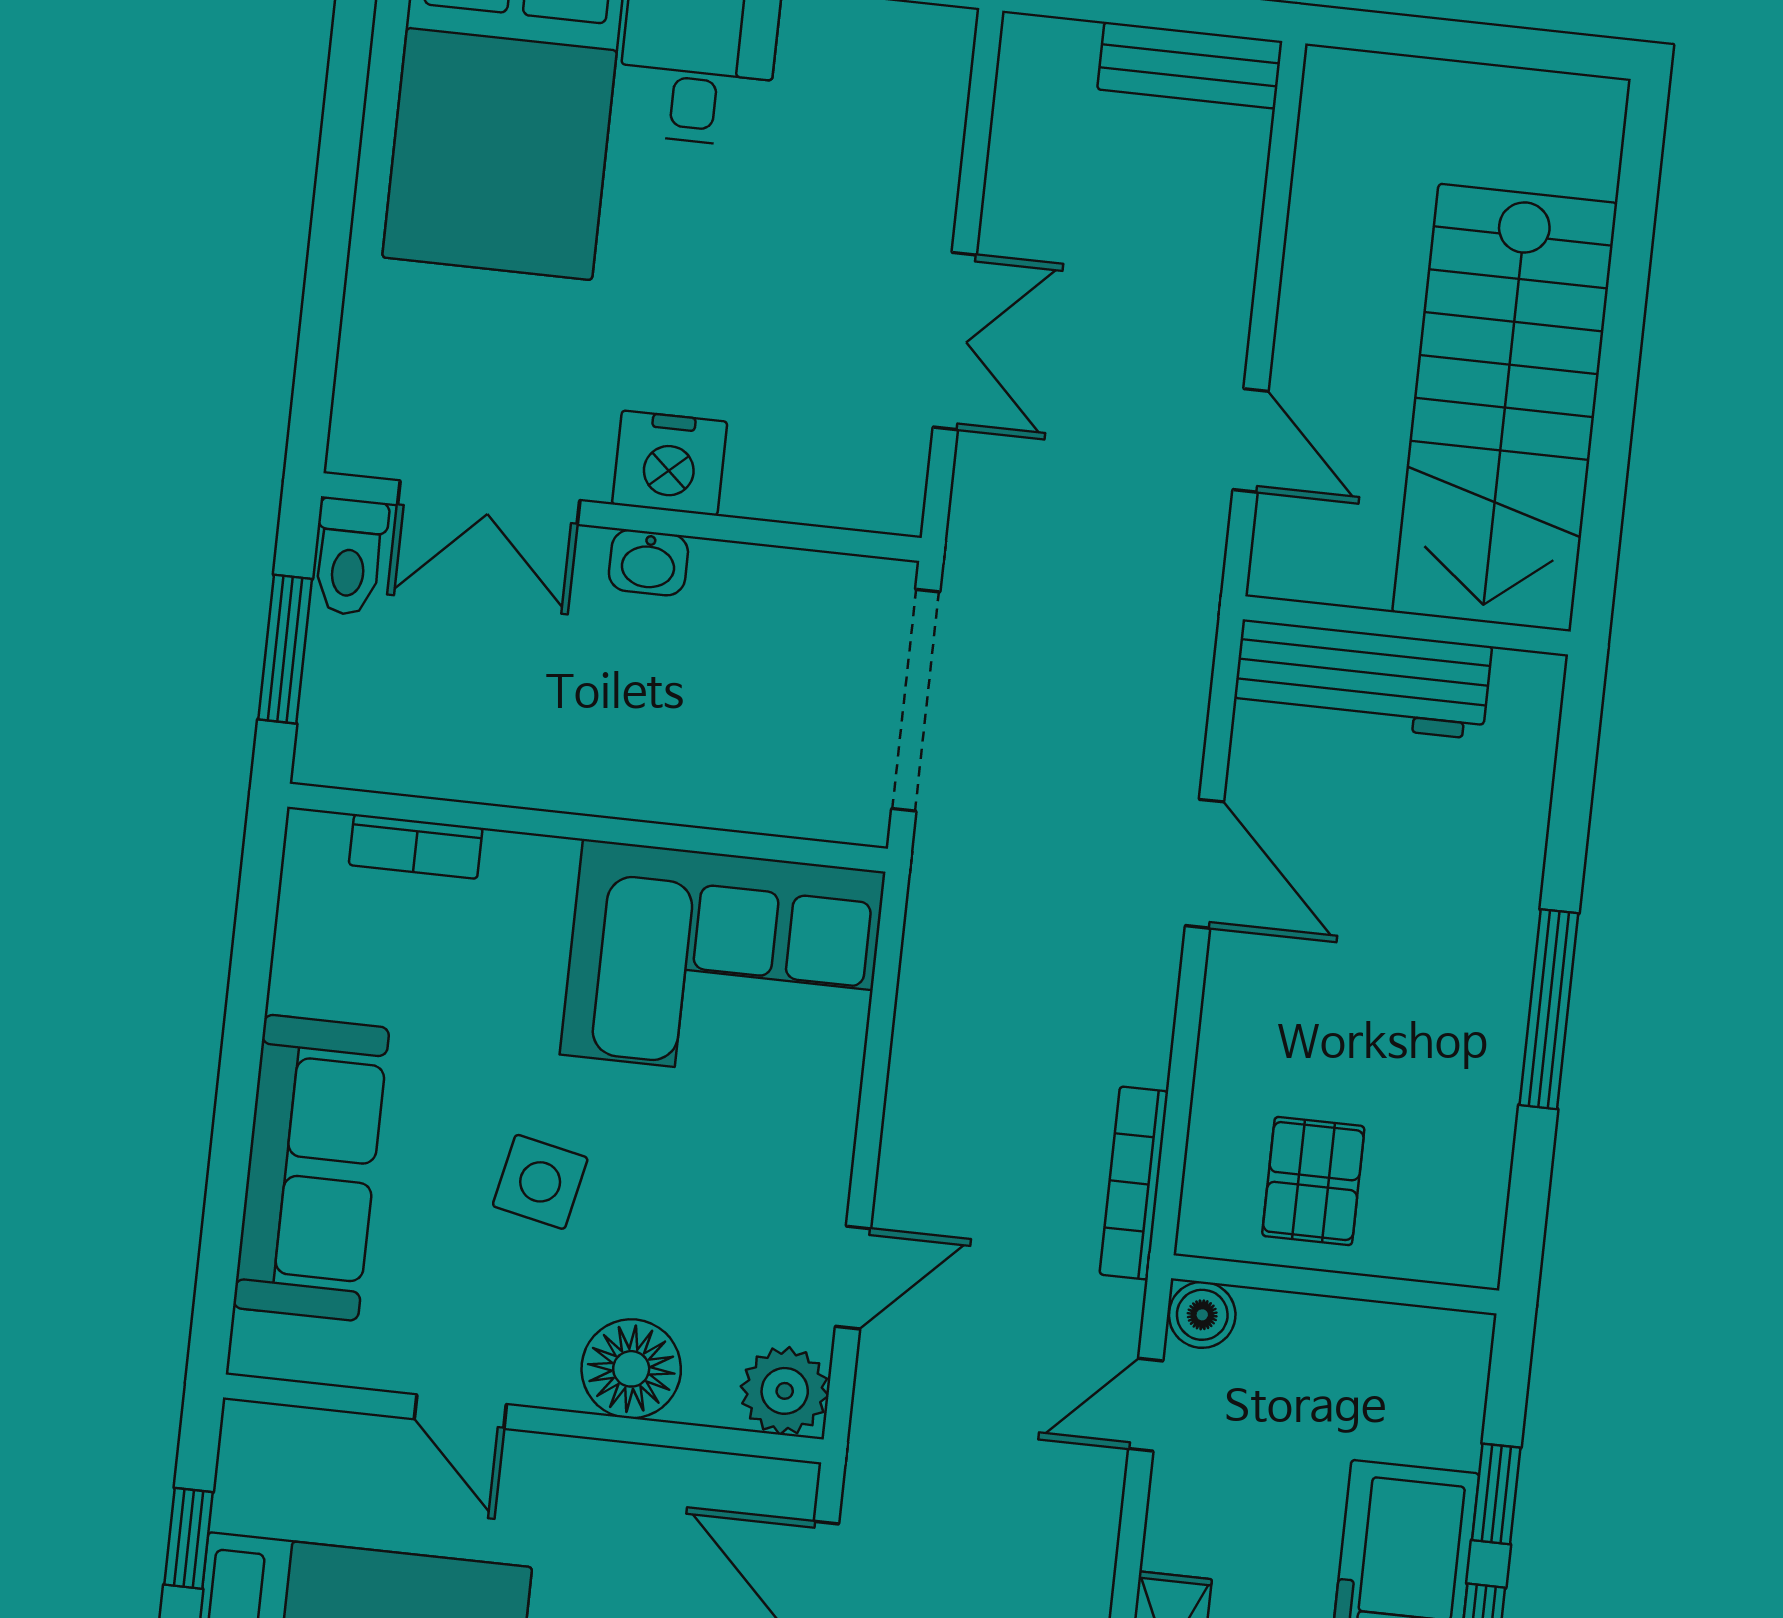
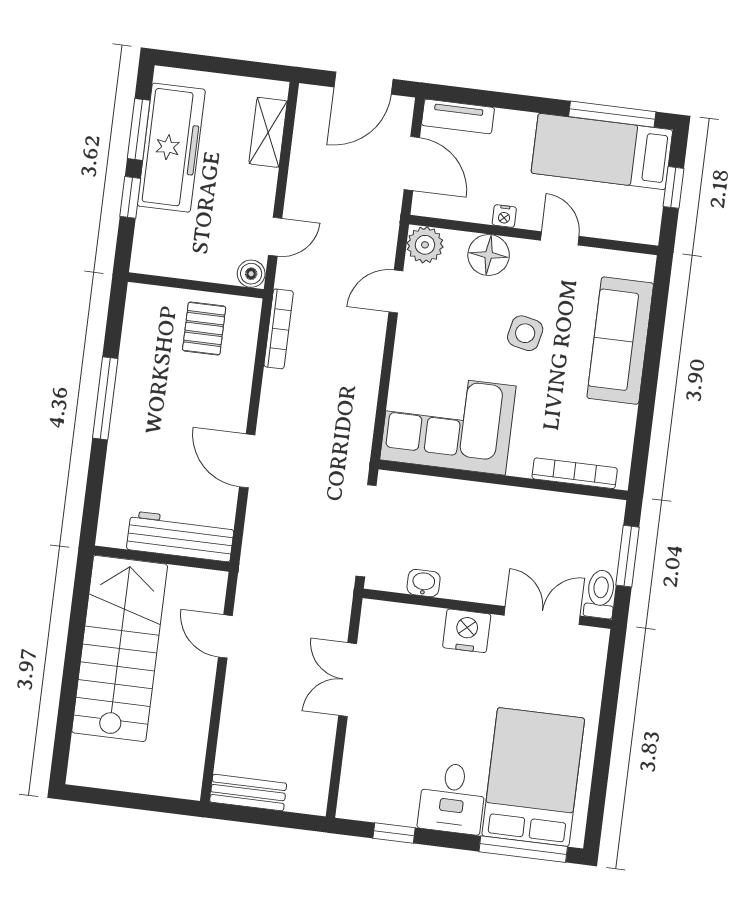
washbasin: (648, 563) -> (424, 583), moved
bookcase: (416, 846) -> (575, 473), width x1.56
nightstand: (595, 1463) -> (504, 216), added

